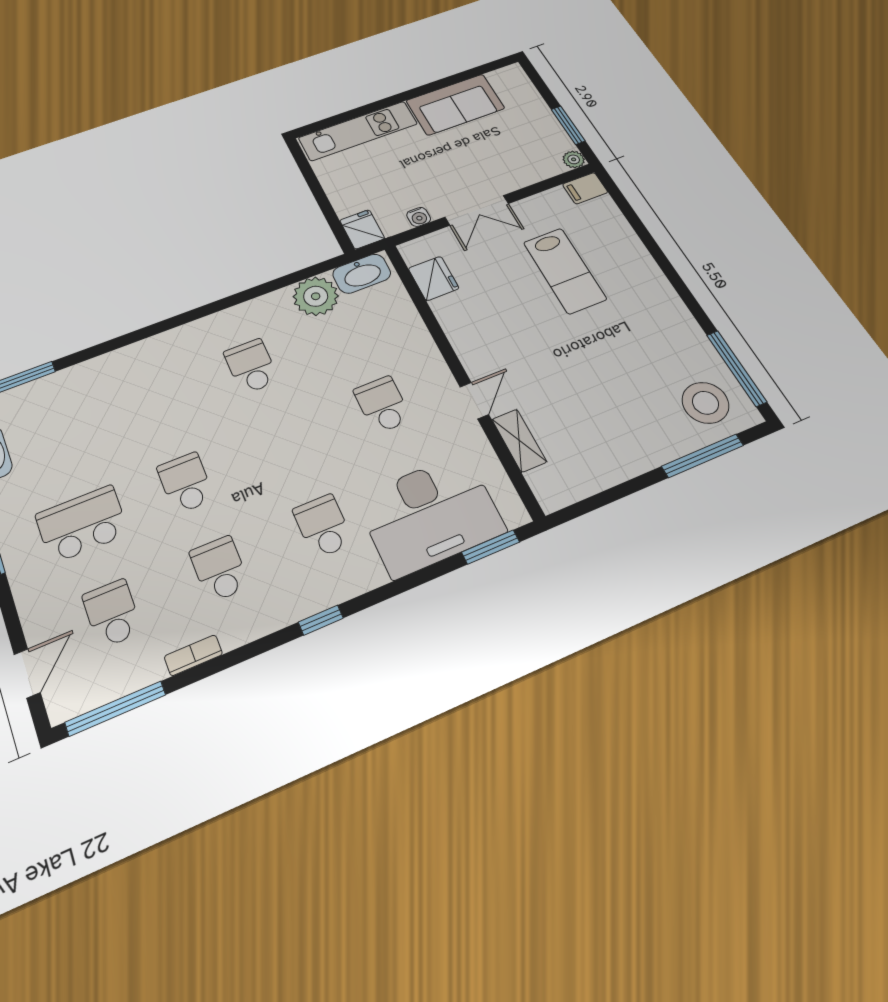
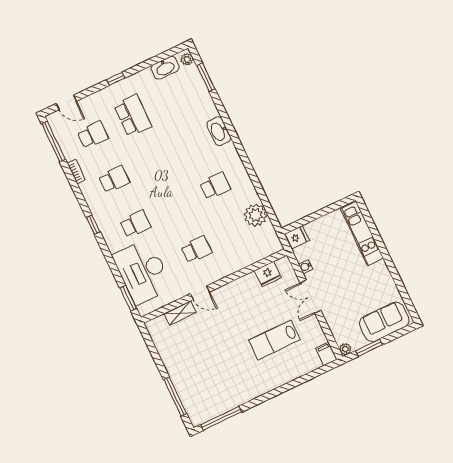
sofa: (455, 104) -> (384, 322), moved, turned 90
washbasin: (362, 274) -> (219, 131), moved
stool: (705, 403) -> (202, 401), removed
school desk: (186, 483) -> (154, 160), removed

